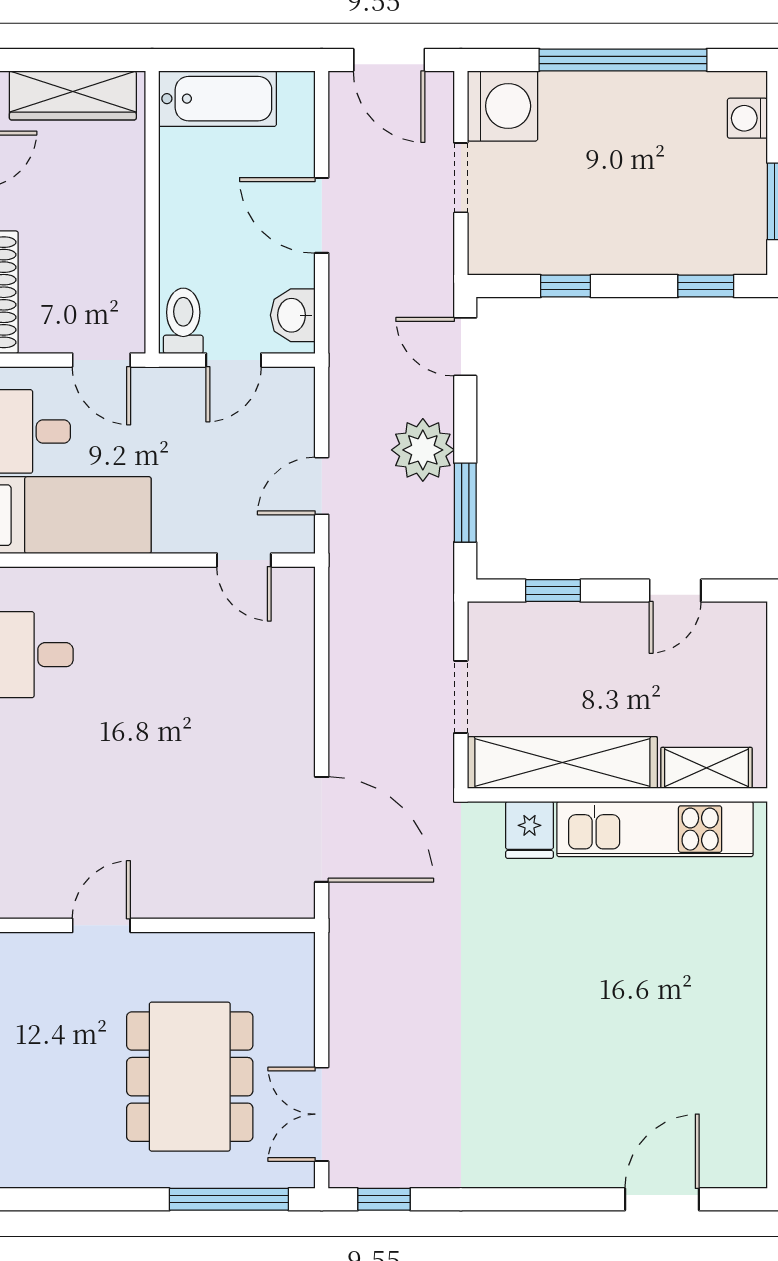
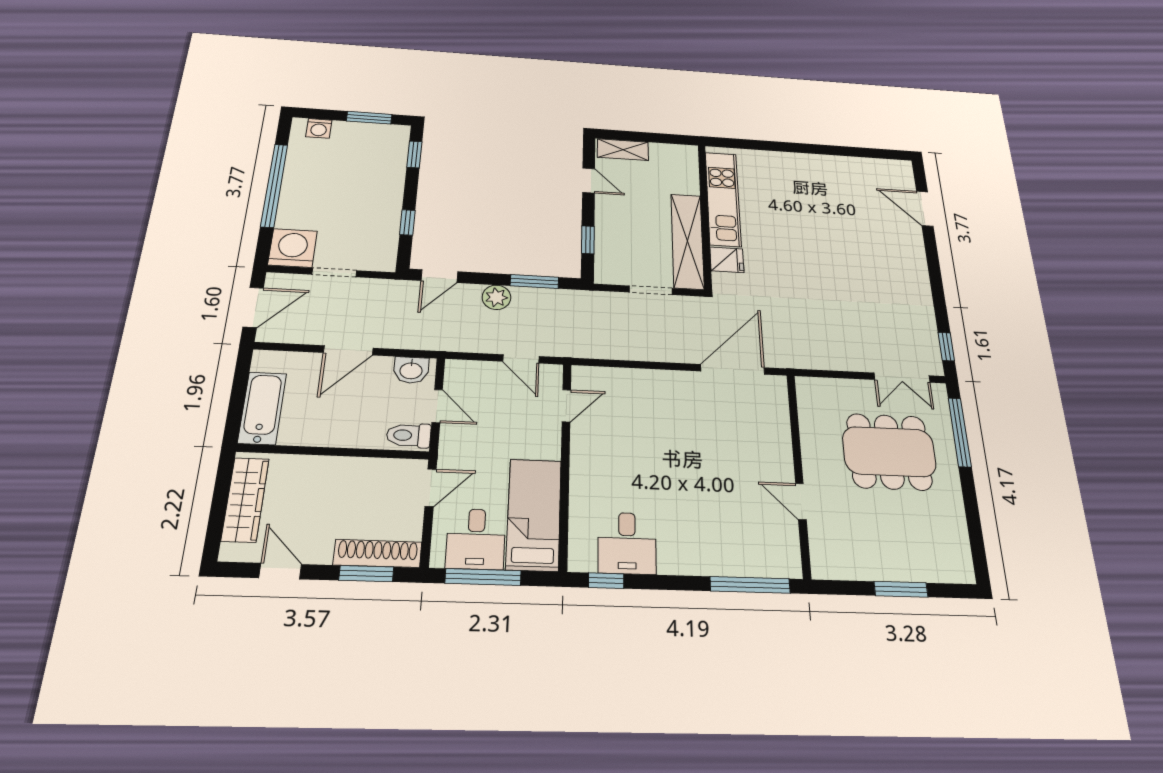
plant: (423, 450) -> (496, 297), width x0.73, depth x0.73
shelving: (706, 768) -> (623, 150), moved, turned 90

